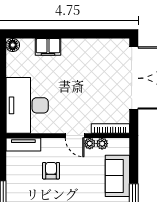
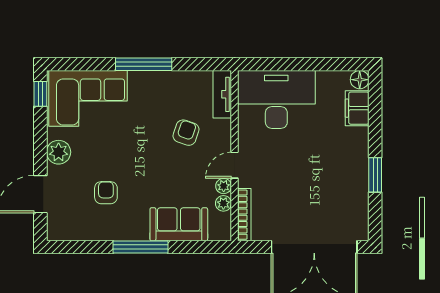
window: (82, 34) -> (375, 175), added
filing cabinet: (48, 47) -> (357, 108), moved
armchair: (51, 171) -> (186, 133), turned -71

